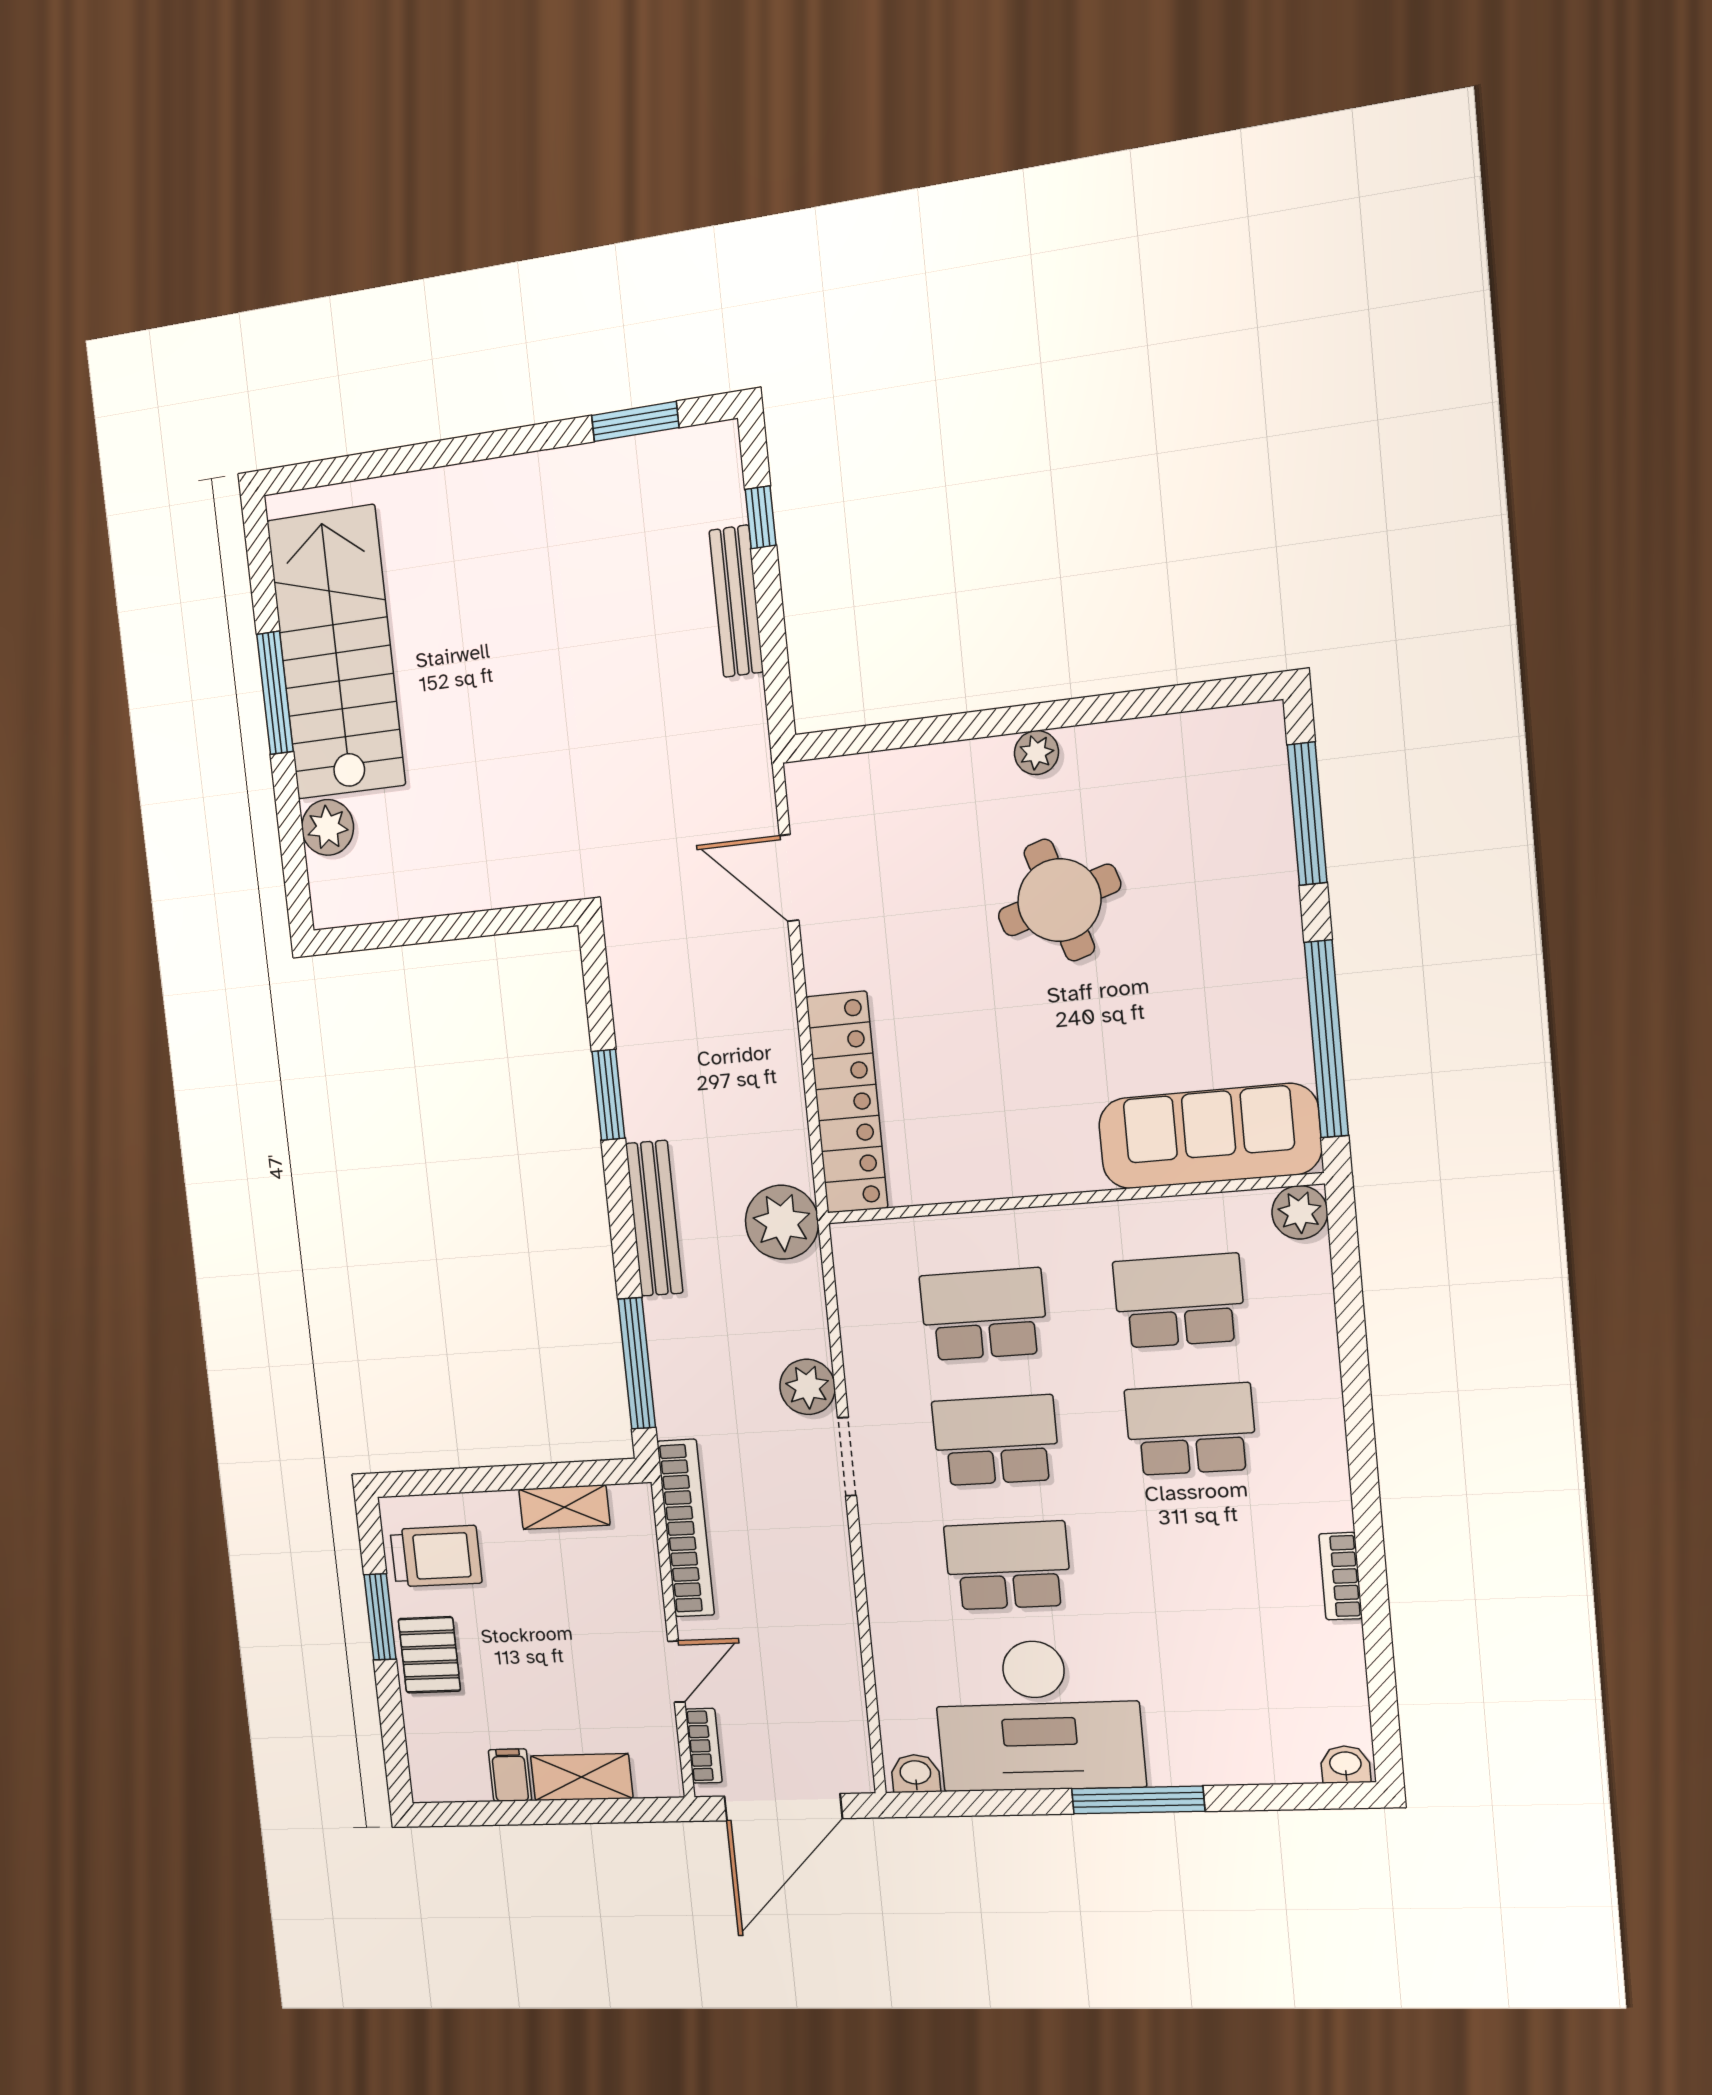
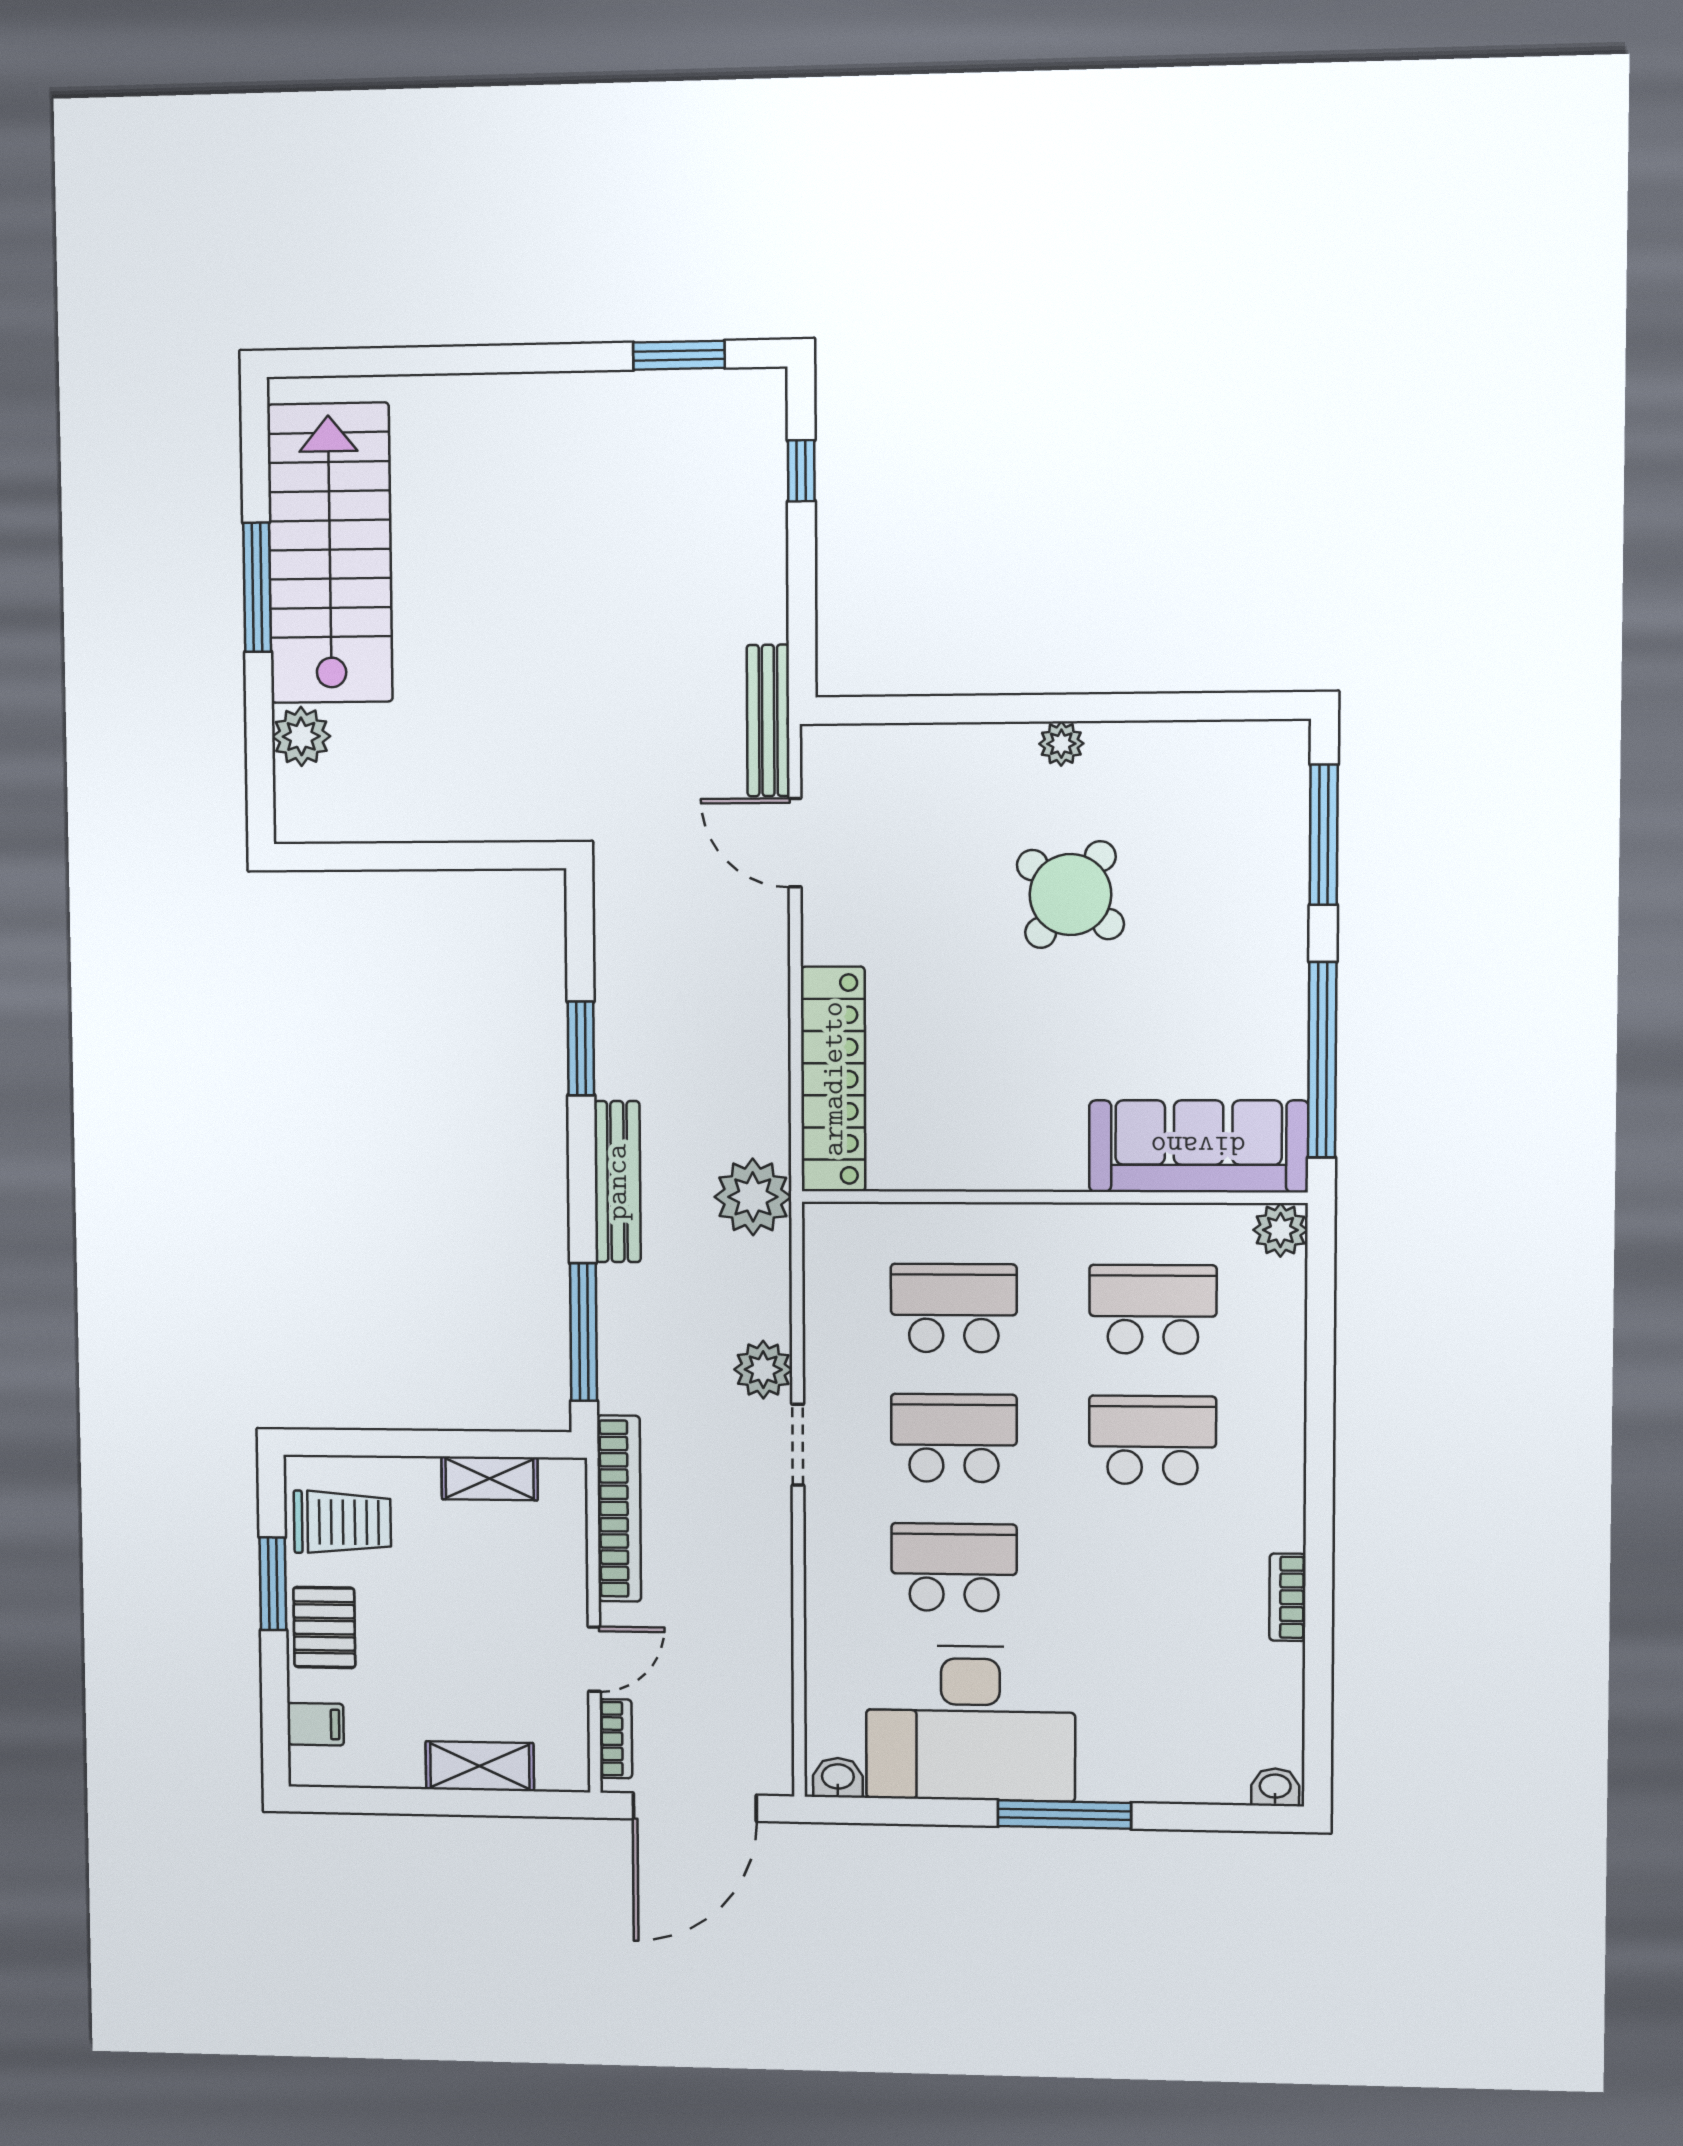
bench: (736, 601) -> (768, 721), moved
round table: (1059, 900) -> (1070, 895), turned -35
filing cabinet: (510, 1775) -> (316, 1724), moved, turned 90

